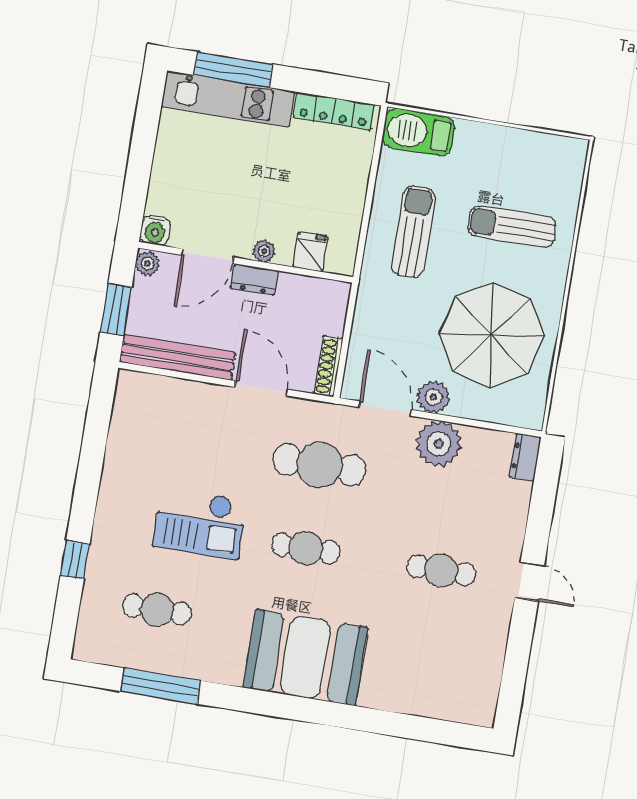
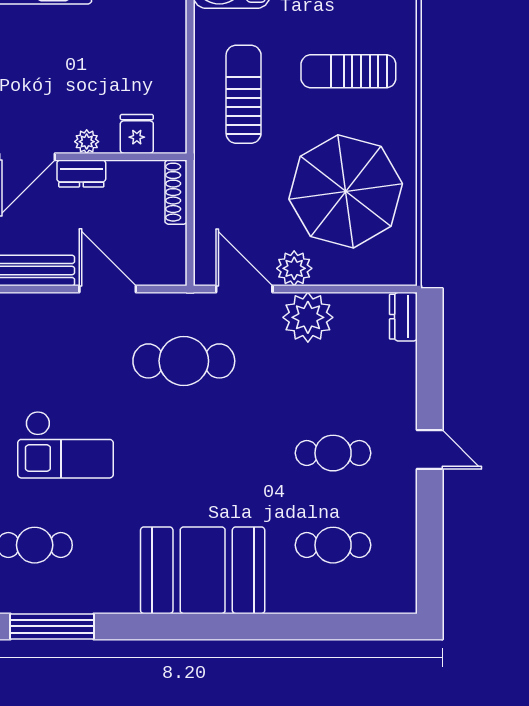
shoe rack: (328, 366) -> (176, 192), moved
cafe table: (306, 548) -> (333, 545), moved

